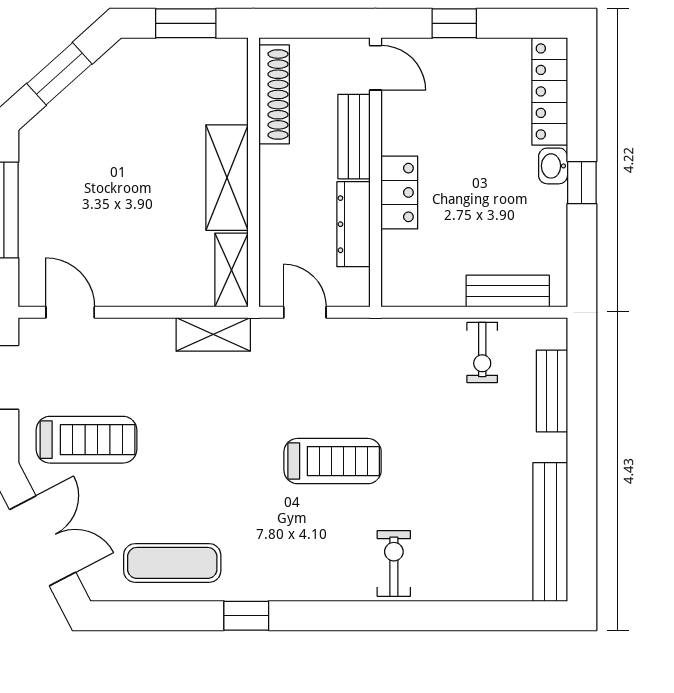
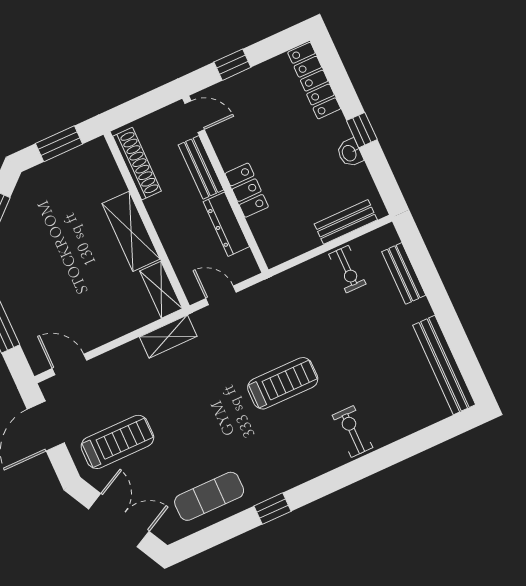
washbasin: (553, 166) -> (350, 153), moved

